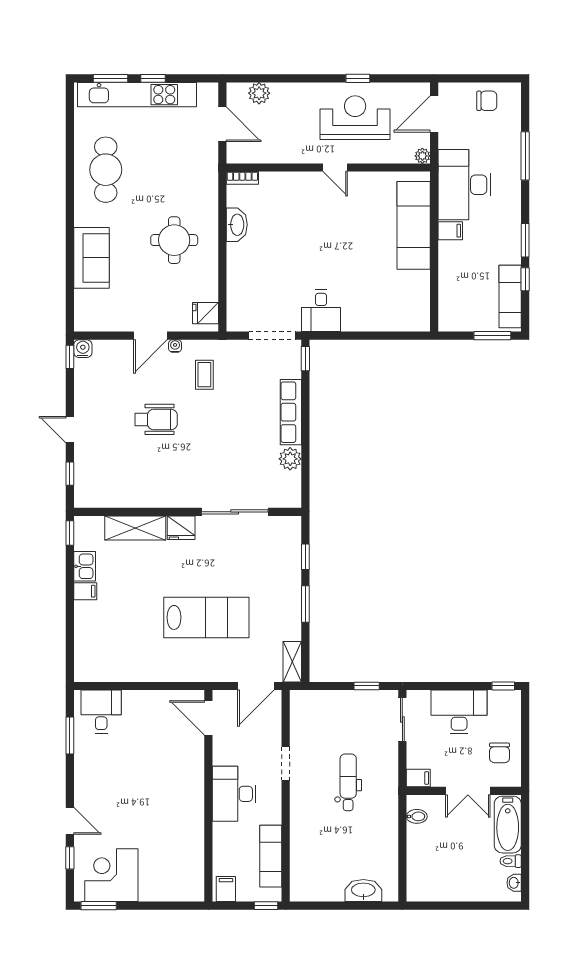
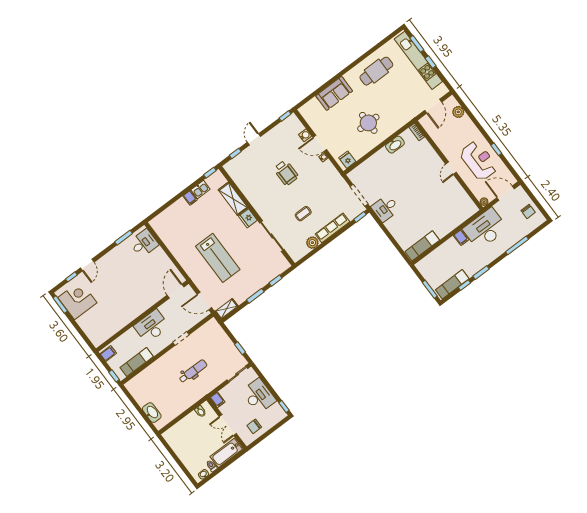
exam couch: (414, 225) -> (422, 246), moved, width x0.73, depth x0.69
water cooler: (83, 349) -> (305, 135), moved
coffee table: (204, 375) -> (303, 214), moved

